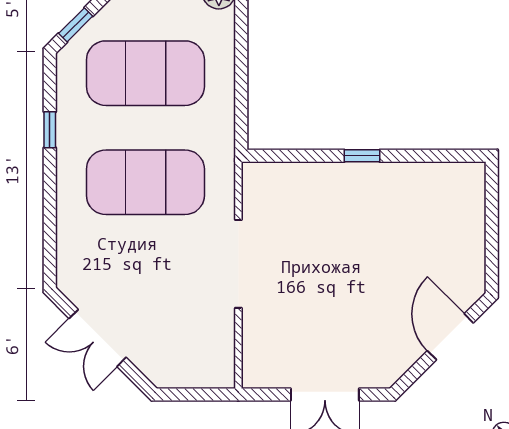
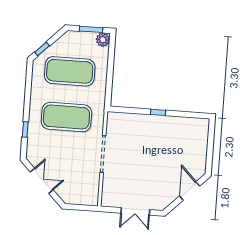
window: (50, 130) -> (25, 129), moved
double door: (98, 338) -> (42, 181), swing flipped

